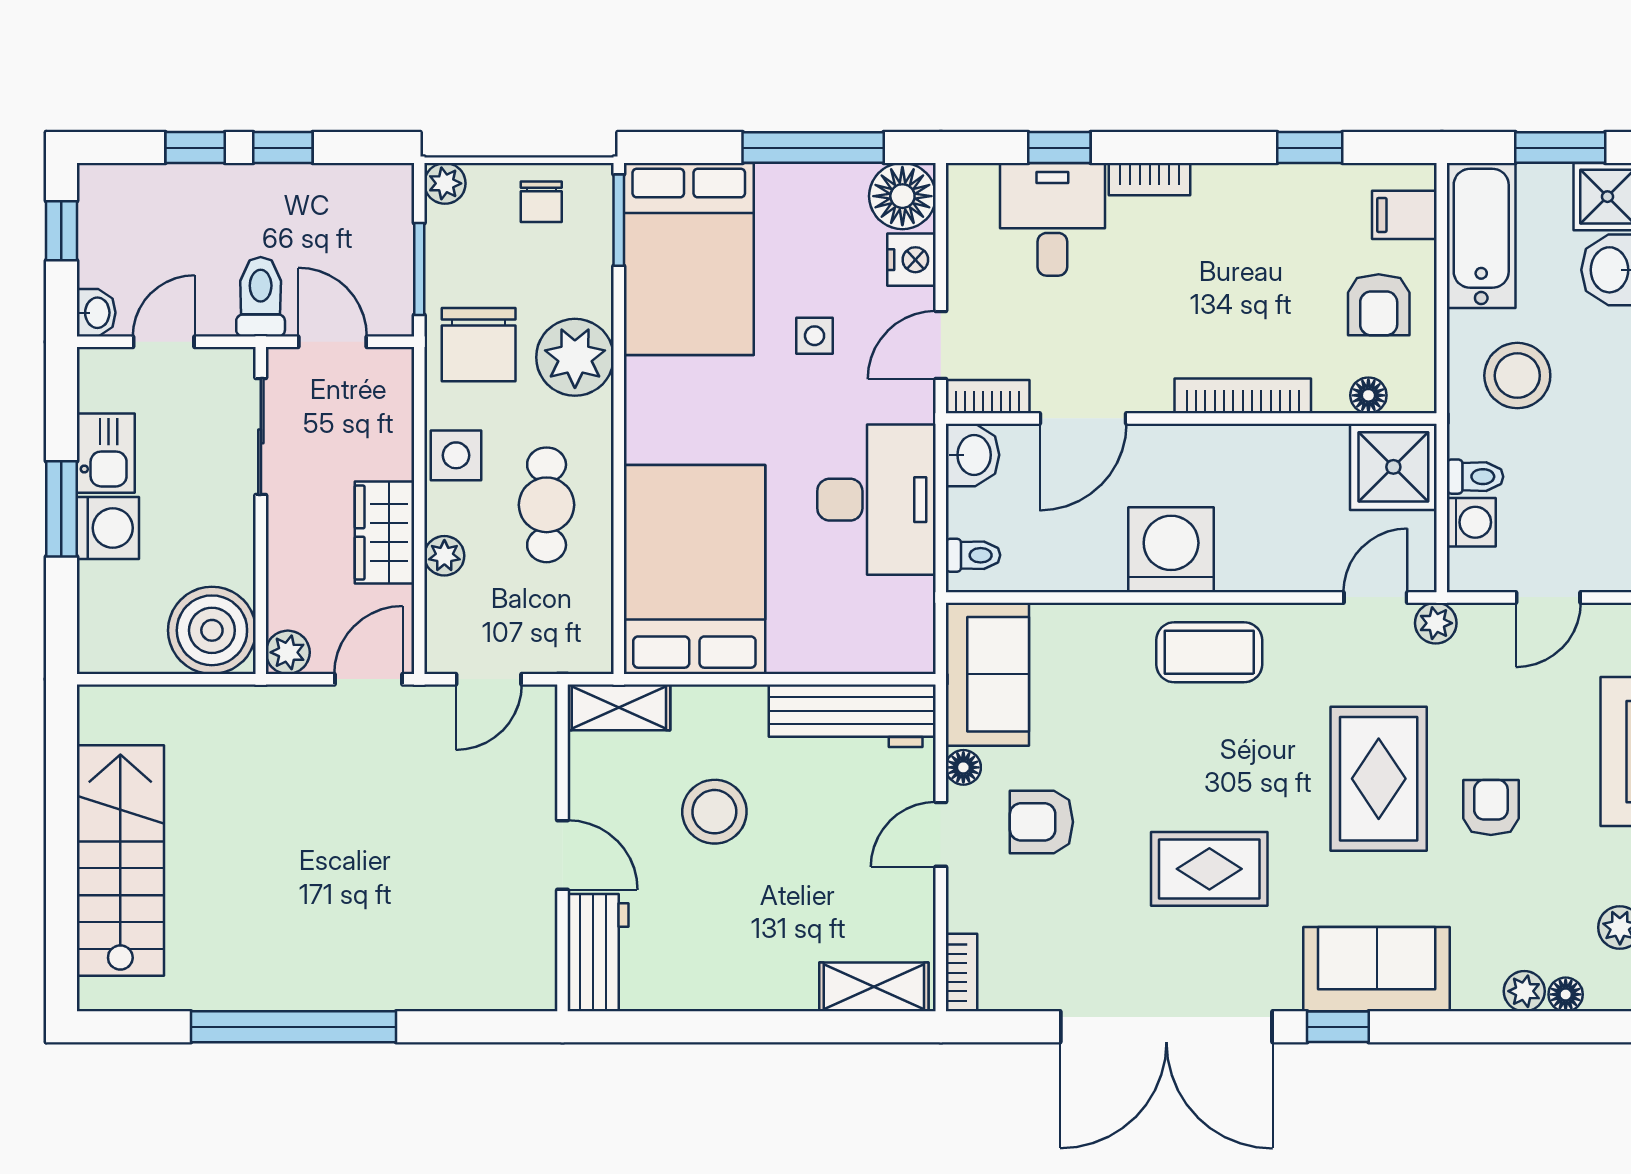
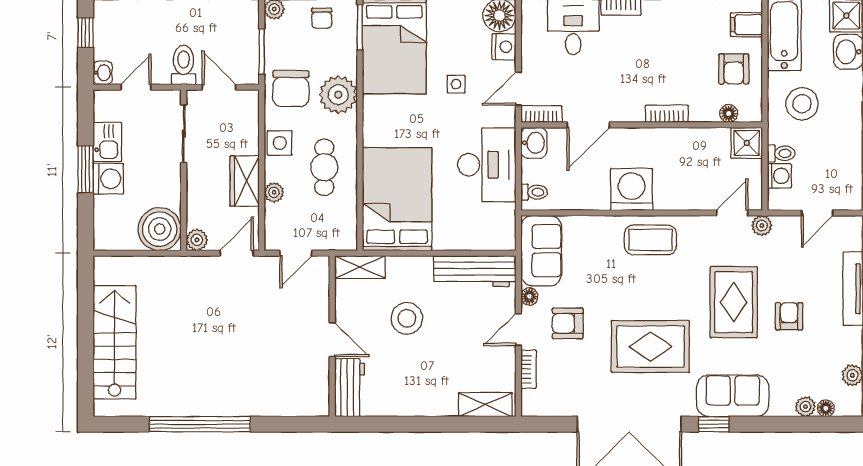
bookcase: (1243, 396) -> (667, 114), width x0.64
shower: (1393, 467) -> (747, 143), width x0.73, depth x0.73
rug: (1209, 869) -> (650, 347), width x1.36, depth x1.43
bookcase: (962, 973) -> (528, 369), moved

